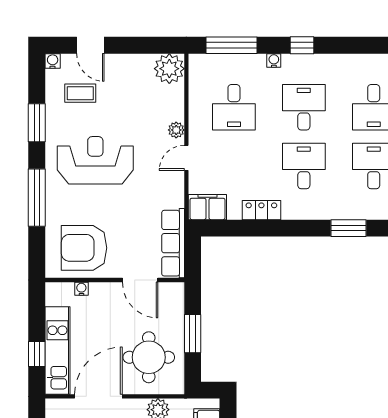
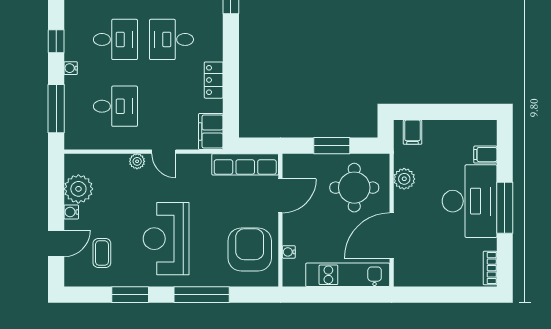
water cooler: (53, 61) -> (71, 212), moved
plant: (169, 69) -> (78, 189), moved
desk: (304, 107) -> (115, 39), turned 180
armchair: (84, 248) -> (250, 249), turned 180
window: (37, 354) -> (351, 295), removed
door: (98, 396) -> (392, 236), hinge flipped

